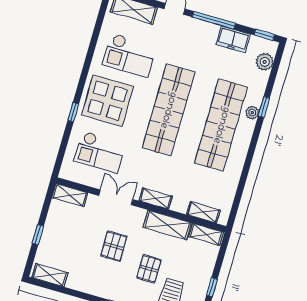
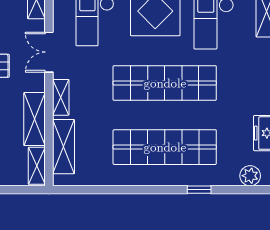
plant: (252, 113) -> (189, 178), removed
double door: (116, 197) -> (49, 52), swing flipped
shelving: (203, 212) -> (63, 147), width x1.50, depth x1.33

